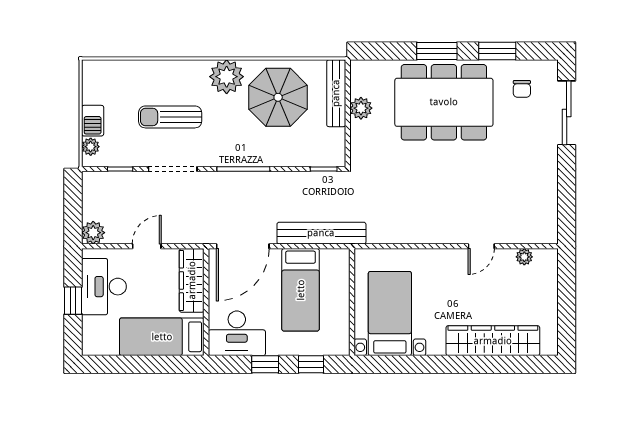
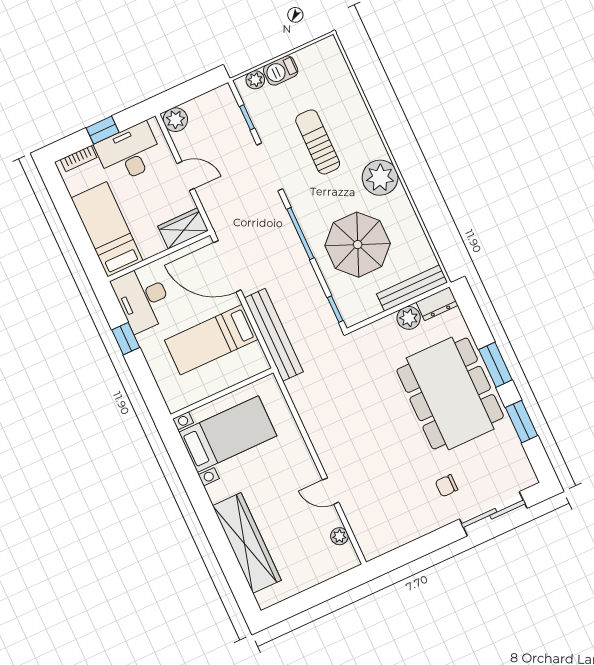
dresser: (360, 77) -> (437, 304), added
chair: (522, 89) -> (446, 486), moved
parasol: (278, 97) -> (358, 245), moved
wardrobe: (192, 280) -> (183, 228), width x0.67
bookcase: (88, 333) -> (79, 159), added
window: (311, 364) -> (146, 382), removed

